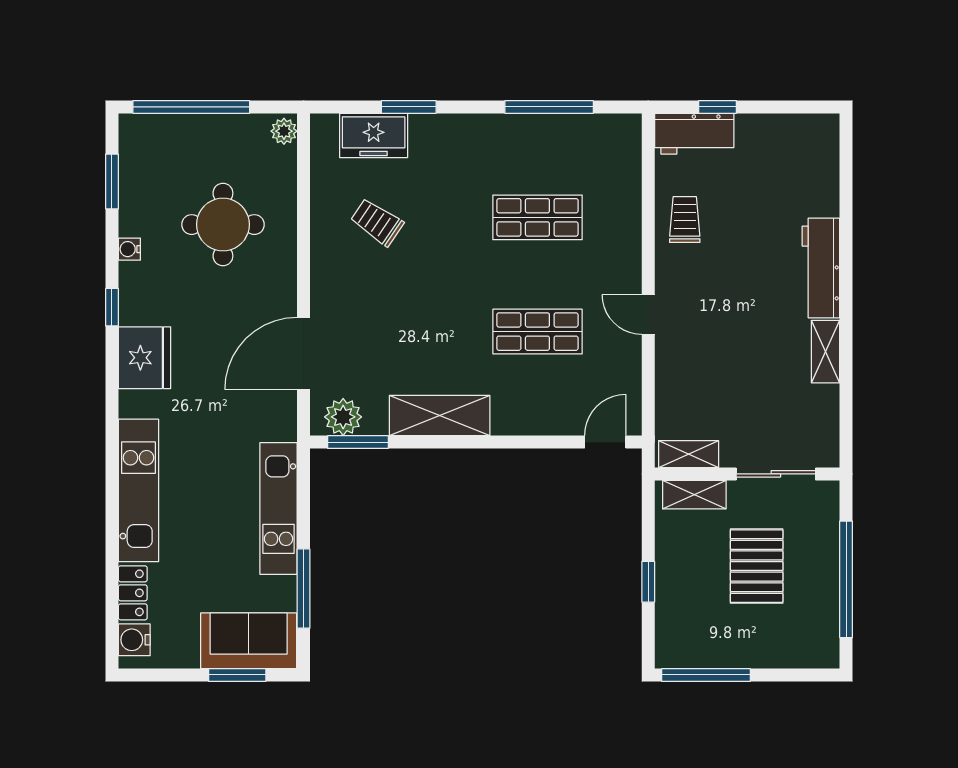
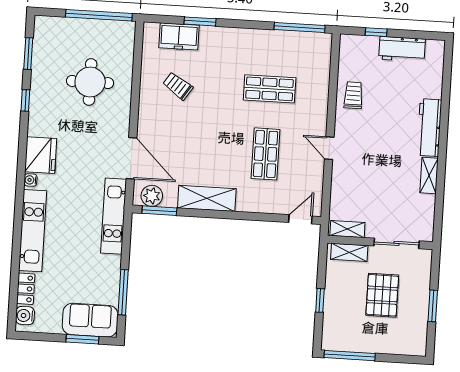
window: (191, 107) -> (99, 15), moved
window: (549, 107) -> (300, 28), moved
plant: (284, 131) -> (128, 31), removed
workbench: (694, 134) -> (402, 49), moved
water cooler: (129, 249) -> (31, 180), moved
window: (112, 307) -> (25, 100), moved
shop shelf: (537, 332) -> (266, 154), turned 90
door: (303, 353) -> (131, 158), swing flipped
kitchen unit: (279, 509) -> (114, 216), moved
window: (846, 579) -> (433, 306), width x0.47

